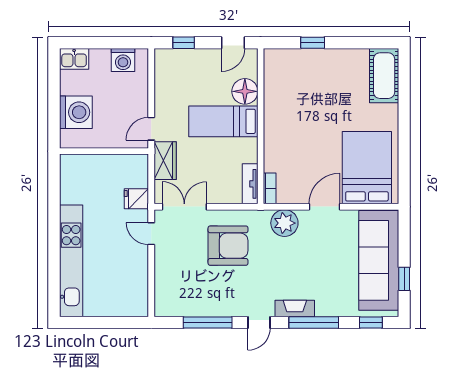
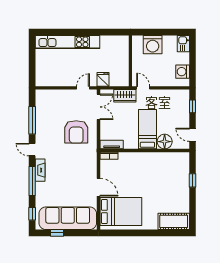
plant: (284, 223) -> (89, 164), removed

